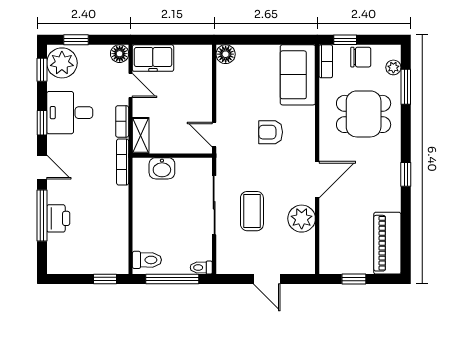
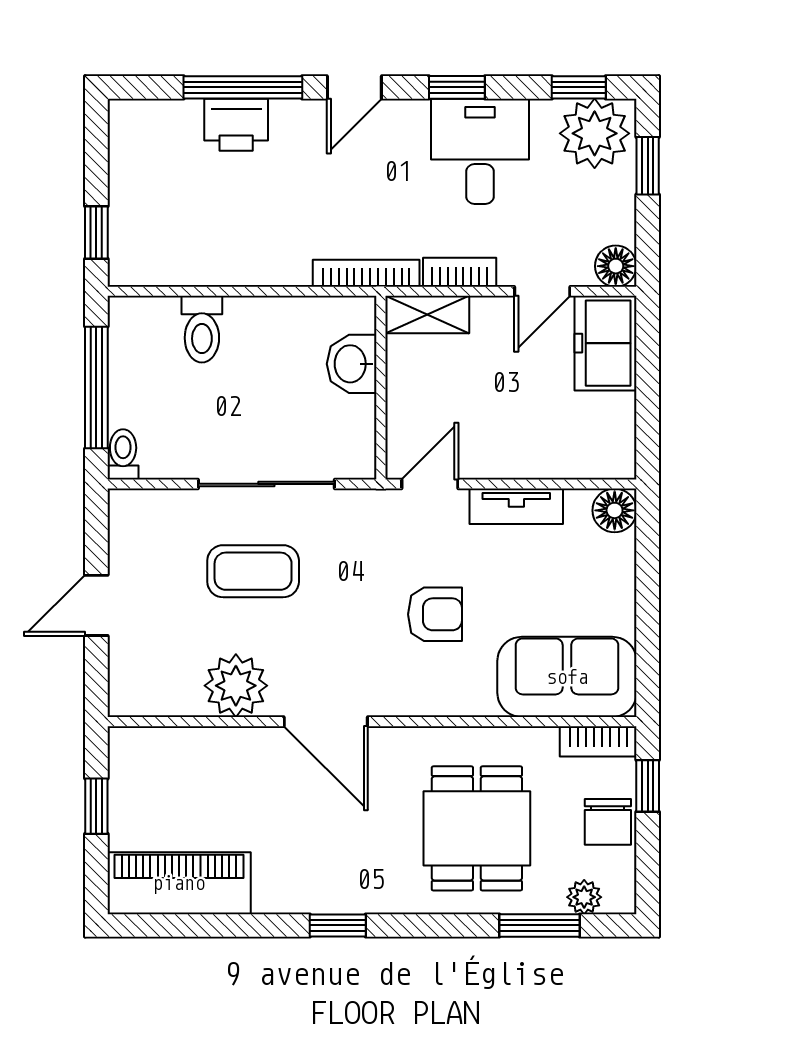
tv unit: (224, 97) -> (516, 506), added
armchair: (271, 132) -> (435, 614), turned 90
toilet: (147, 260) -> (202, 329), moved

